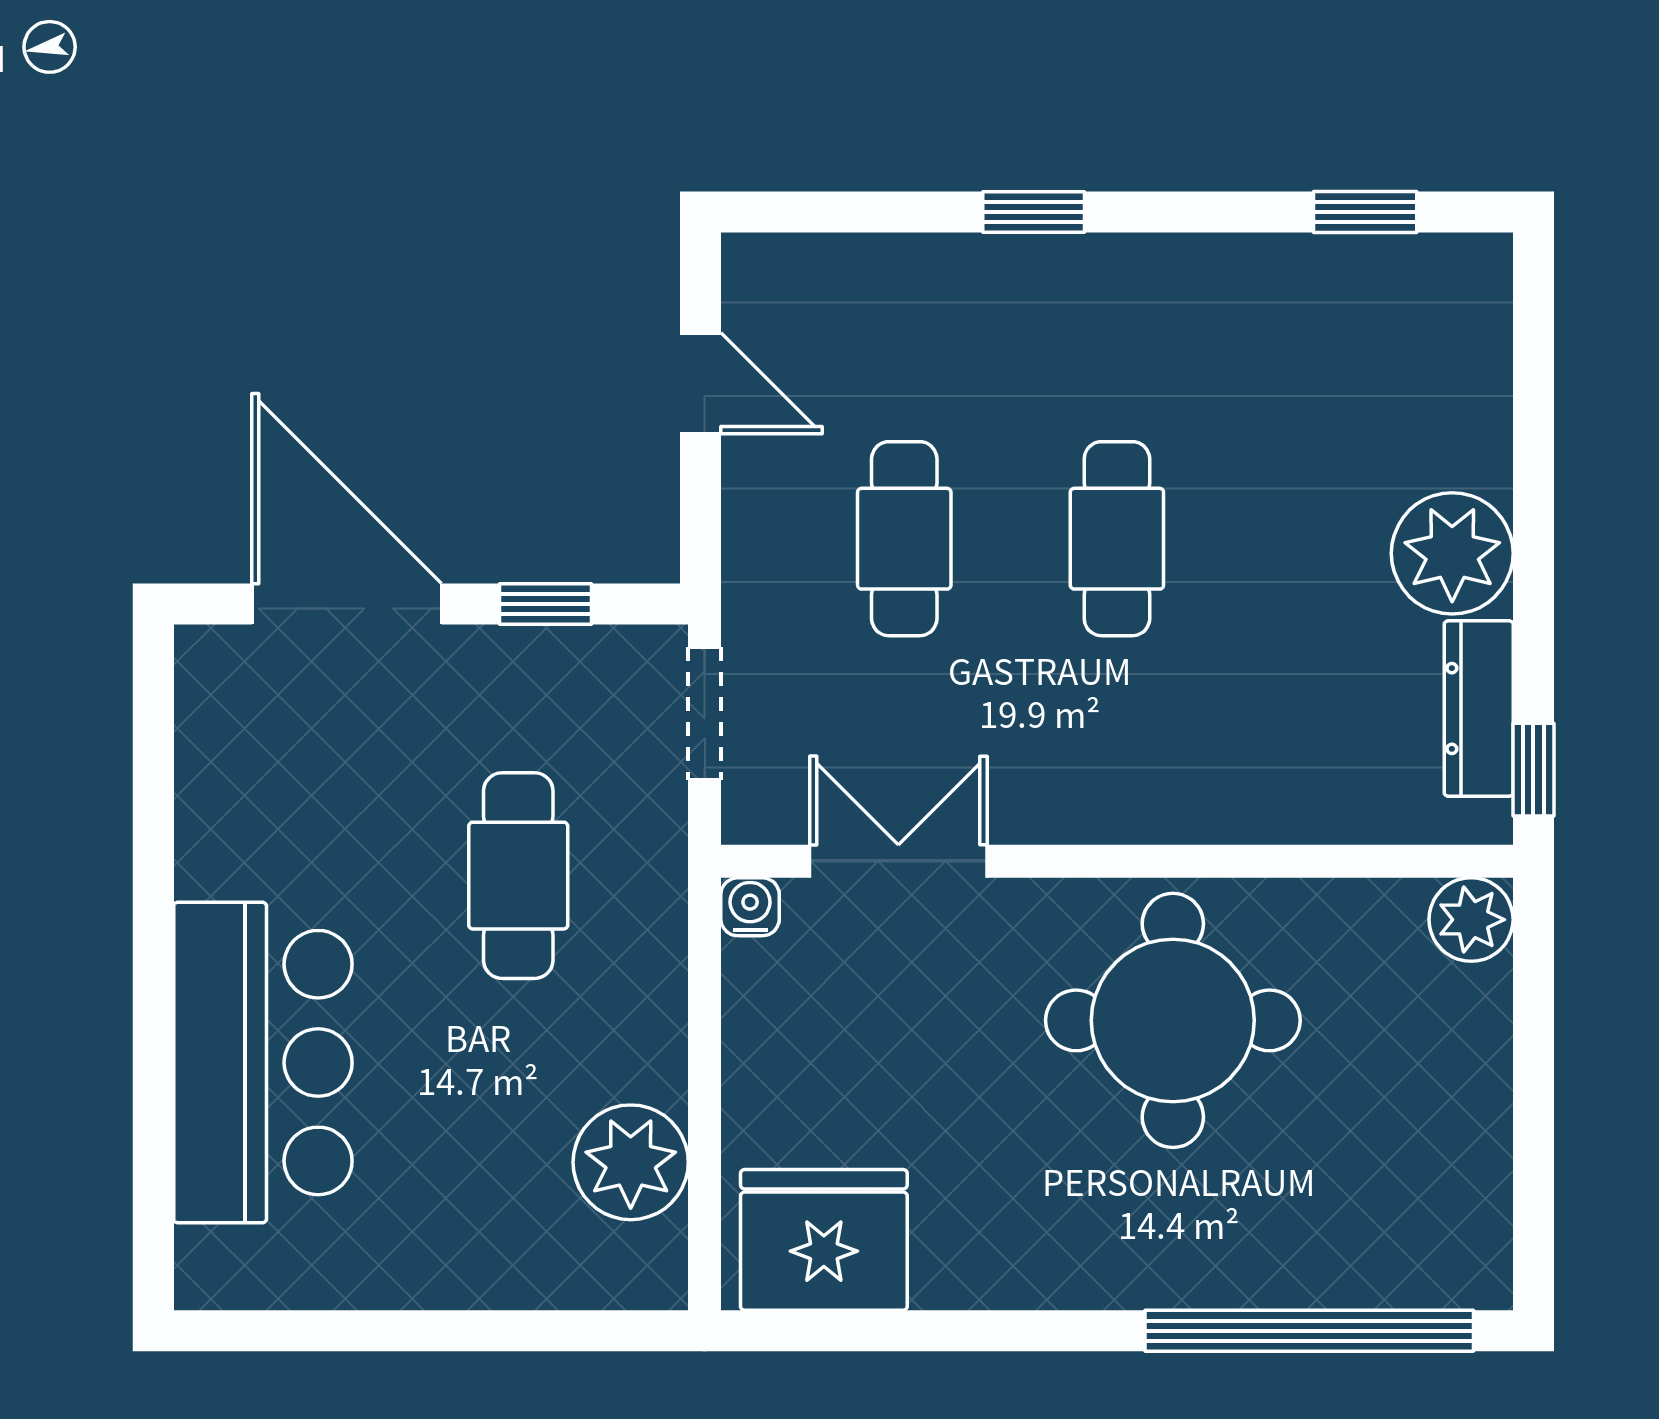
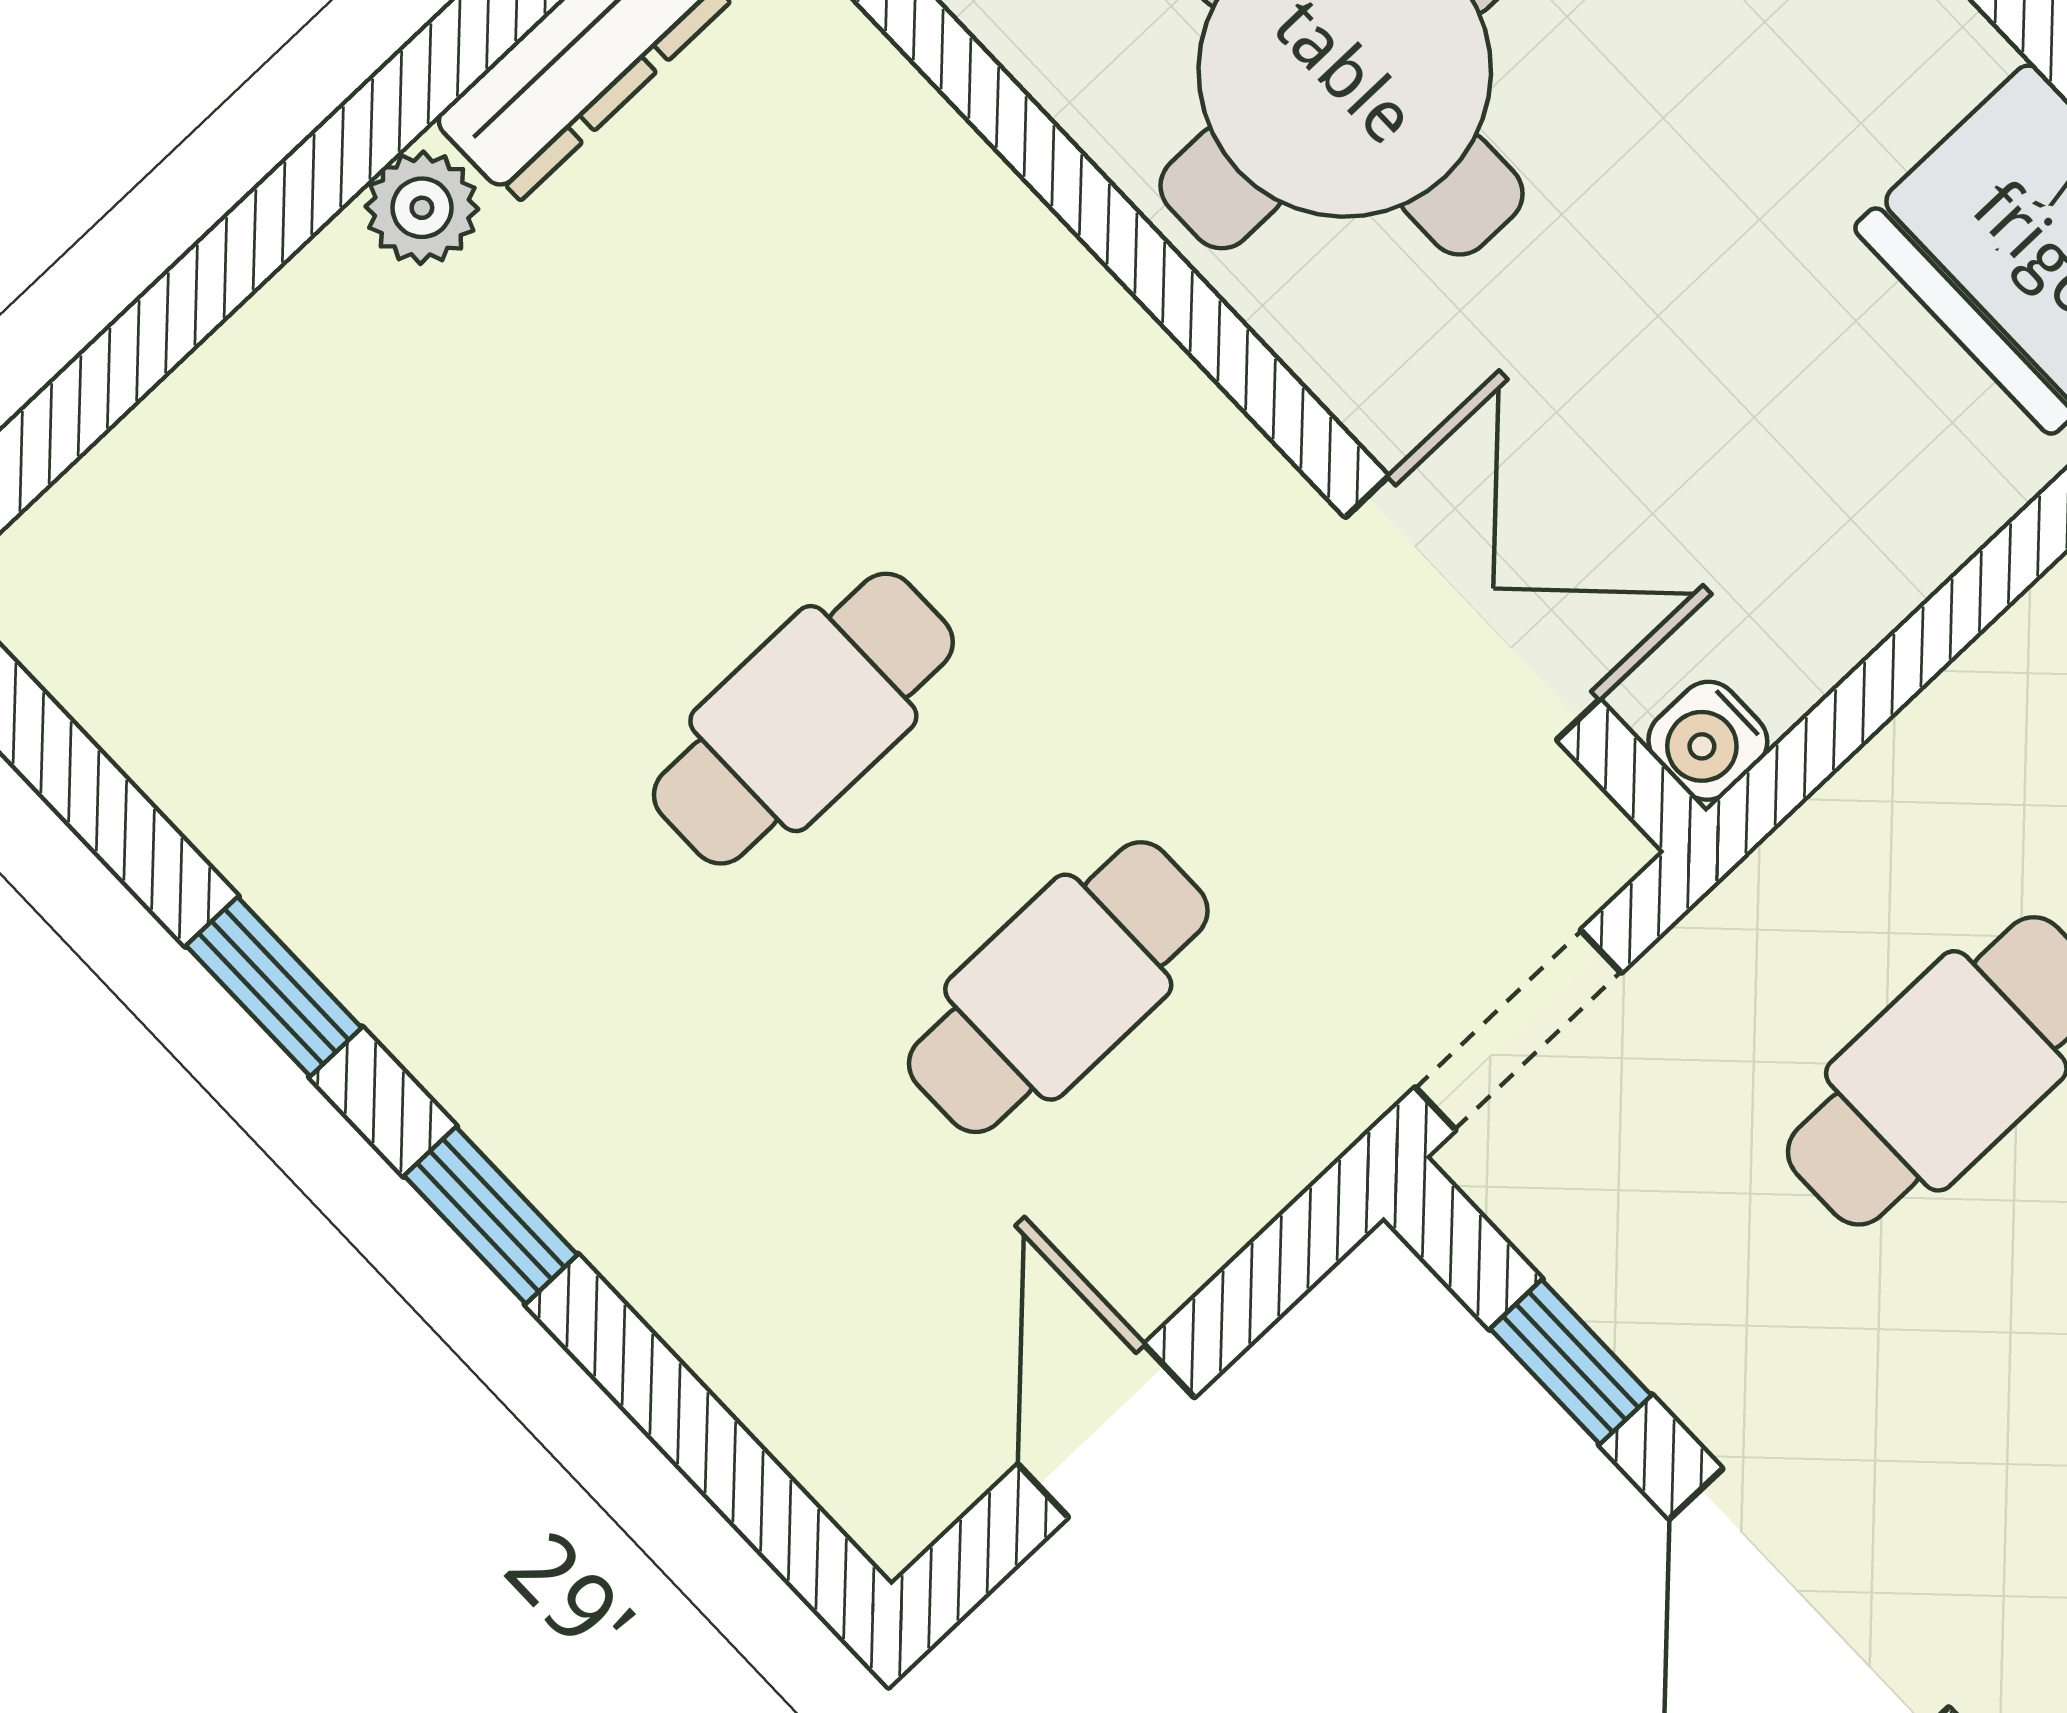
window: (1365, 212) -> (274, 987), moved
plant: (1452, 553) -> (422, 208), width x0.53, depth x0.53
double door: (898, 861) -> (1473, 608), swing flipped

